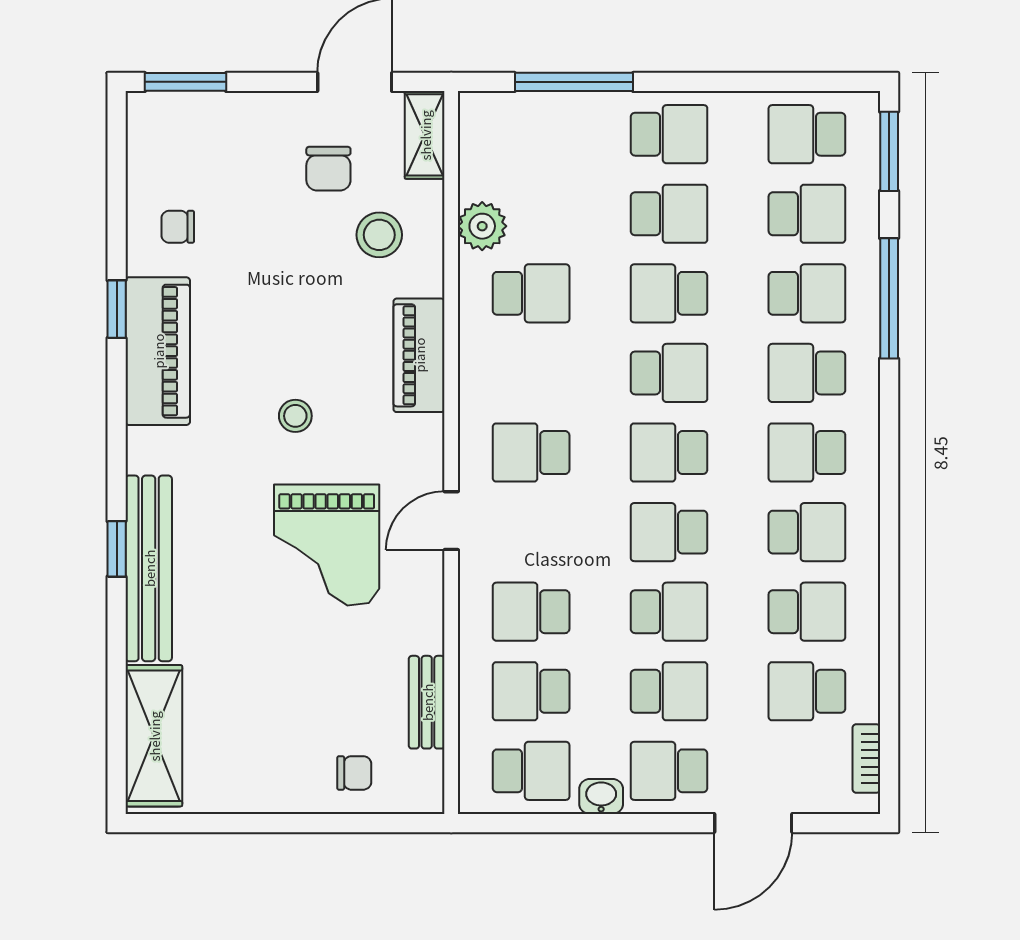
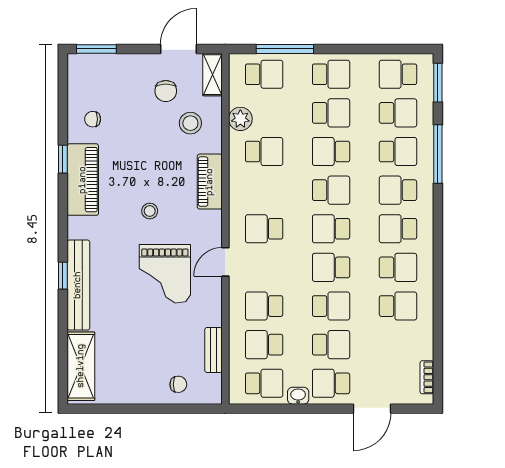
school desk: (807, 691) -> (264, 74), moved, turned 180

